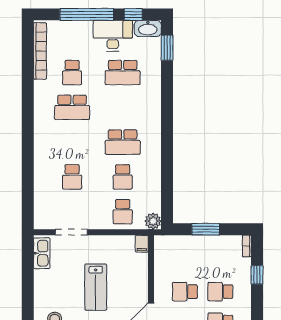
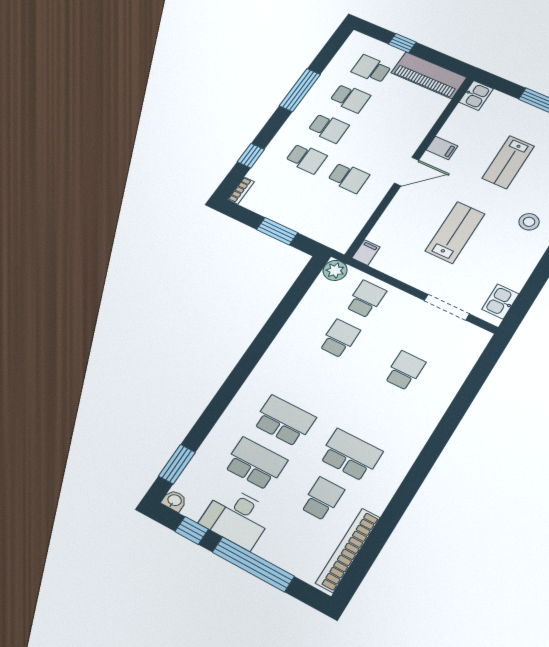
washbasin: (148, 28) -> (174, 501), width x0.52, depth x0.69
school desk: (123, 142) -> (284, 421), moved
kitchen sink: (42, 253) -> (500, 302), width x0.73

